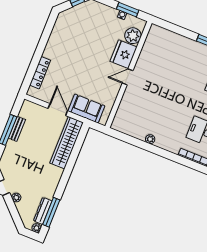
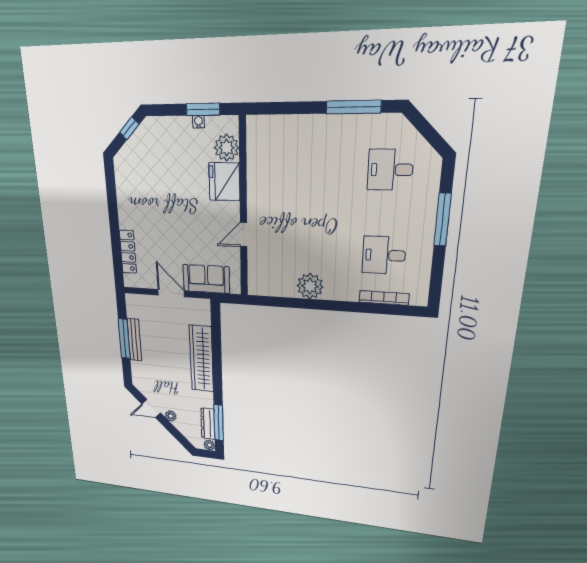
door: (128, 77) -> (244, 235), moved
bench: (17, 129) -> (134, 340), width x1.36
plant: (150, 139) -> (310, 286), width x1.88, depth x1.88
wardrobe: (67, 143) -> (201, 359), moved

